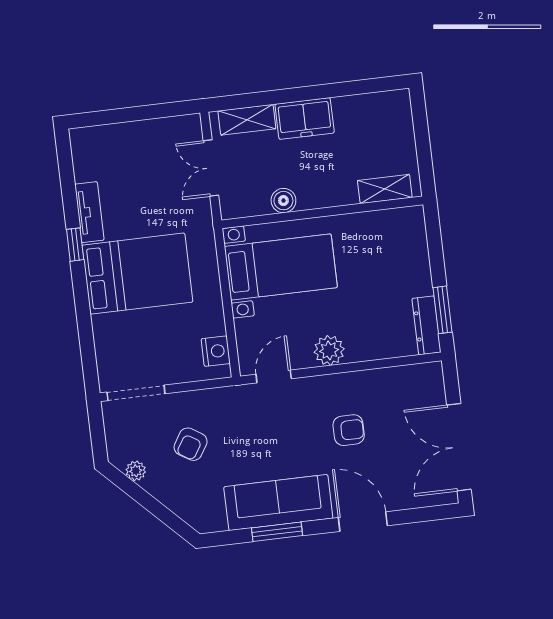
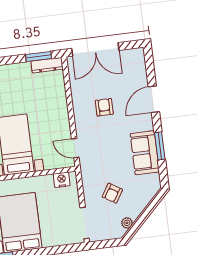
plant: (329, 350) -> (61, 118), removed
armchair: (191, 444) -> (112, 193), turned 90
double door: (459, 447) -> (95, 49), moved
sofa: (278, 502) -> (145, 153), width x0.73

